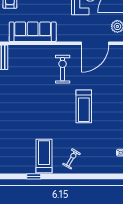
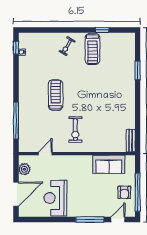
sofa: (33, 32) -> (109, 164), width x0.73
door: (95, 43) -> (45, 154), width x0.53

